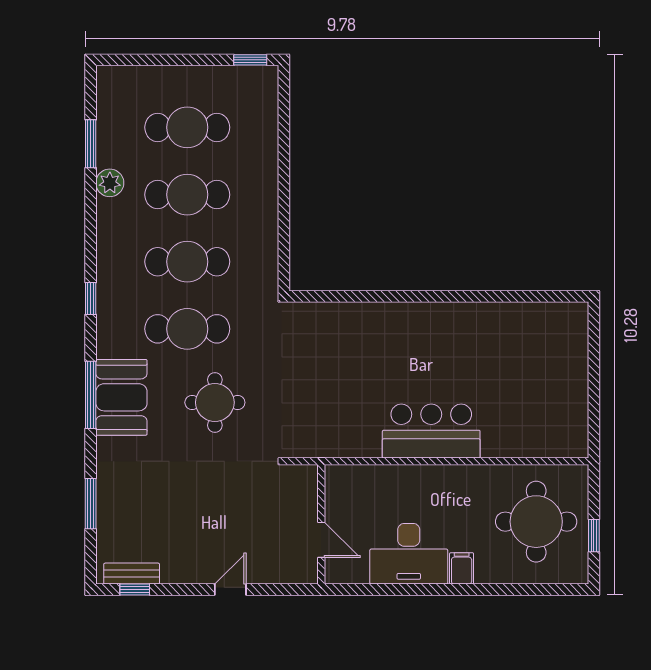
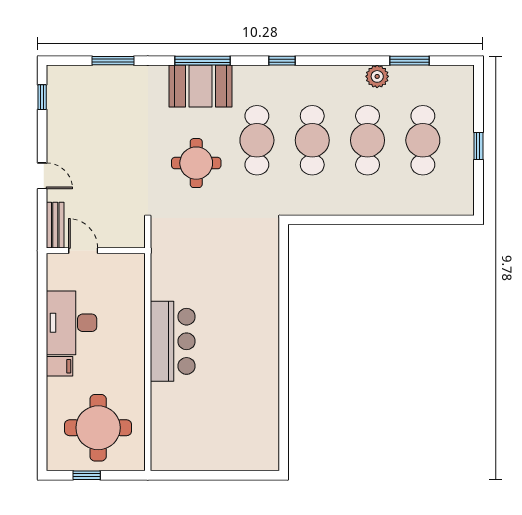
window: (250, 60) -> (478, 146), moved
door: (321, 540) -> (83, 251), swing flipped
bench: (132, 574) -> (55, 225), moved

